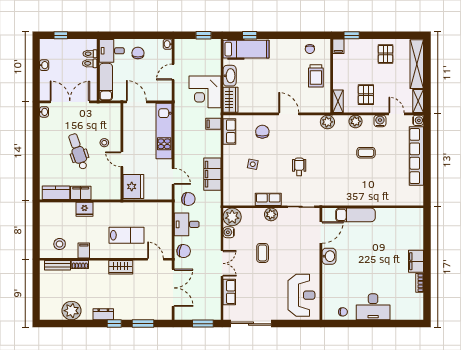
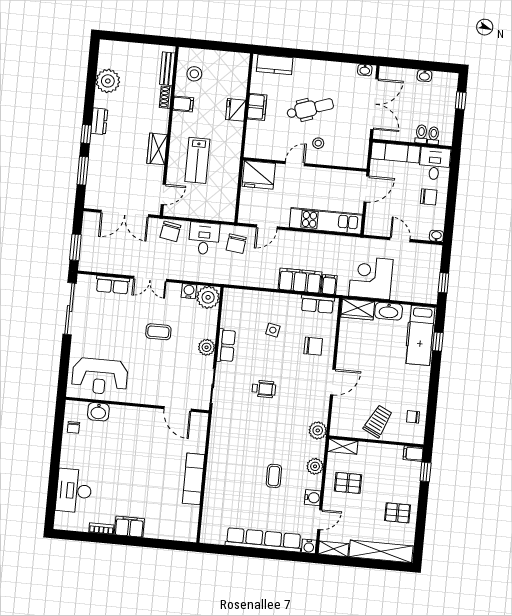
trolley: (316, 76) -> (378, 421), turned 116
filing cabinet: (212, 174) -> (300, 281), moved
kitchen counter: (56, 193) -> (275, 65), moved, turned 90
exam couch: (355, 215) -> (193, 479), moved
washbasin: (329, 256) -> (98, 412), moved
desk: (373, 307) -> (74, 491), moved

